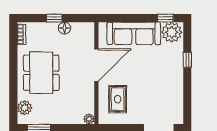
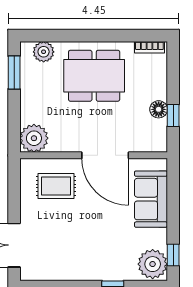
window: (54, 18) -> (173, 115), moved
sofa: (134, 33) -> (151, 199), width x0.73
plant: (89, 119) -> (34, 138), width x1.88, depth x1.88

